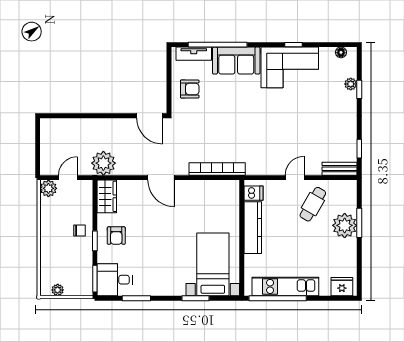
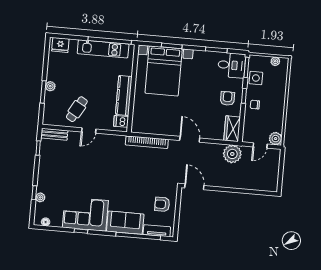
plant: (345, 225) -> (50, 86), width x0.53, depth x0.53
bed with nightstands: (213, 264) -> (164, 71), width x1.36
side table: (81, 266) -> (256, 78), added

